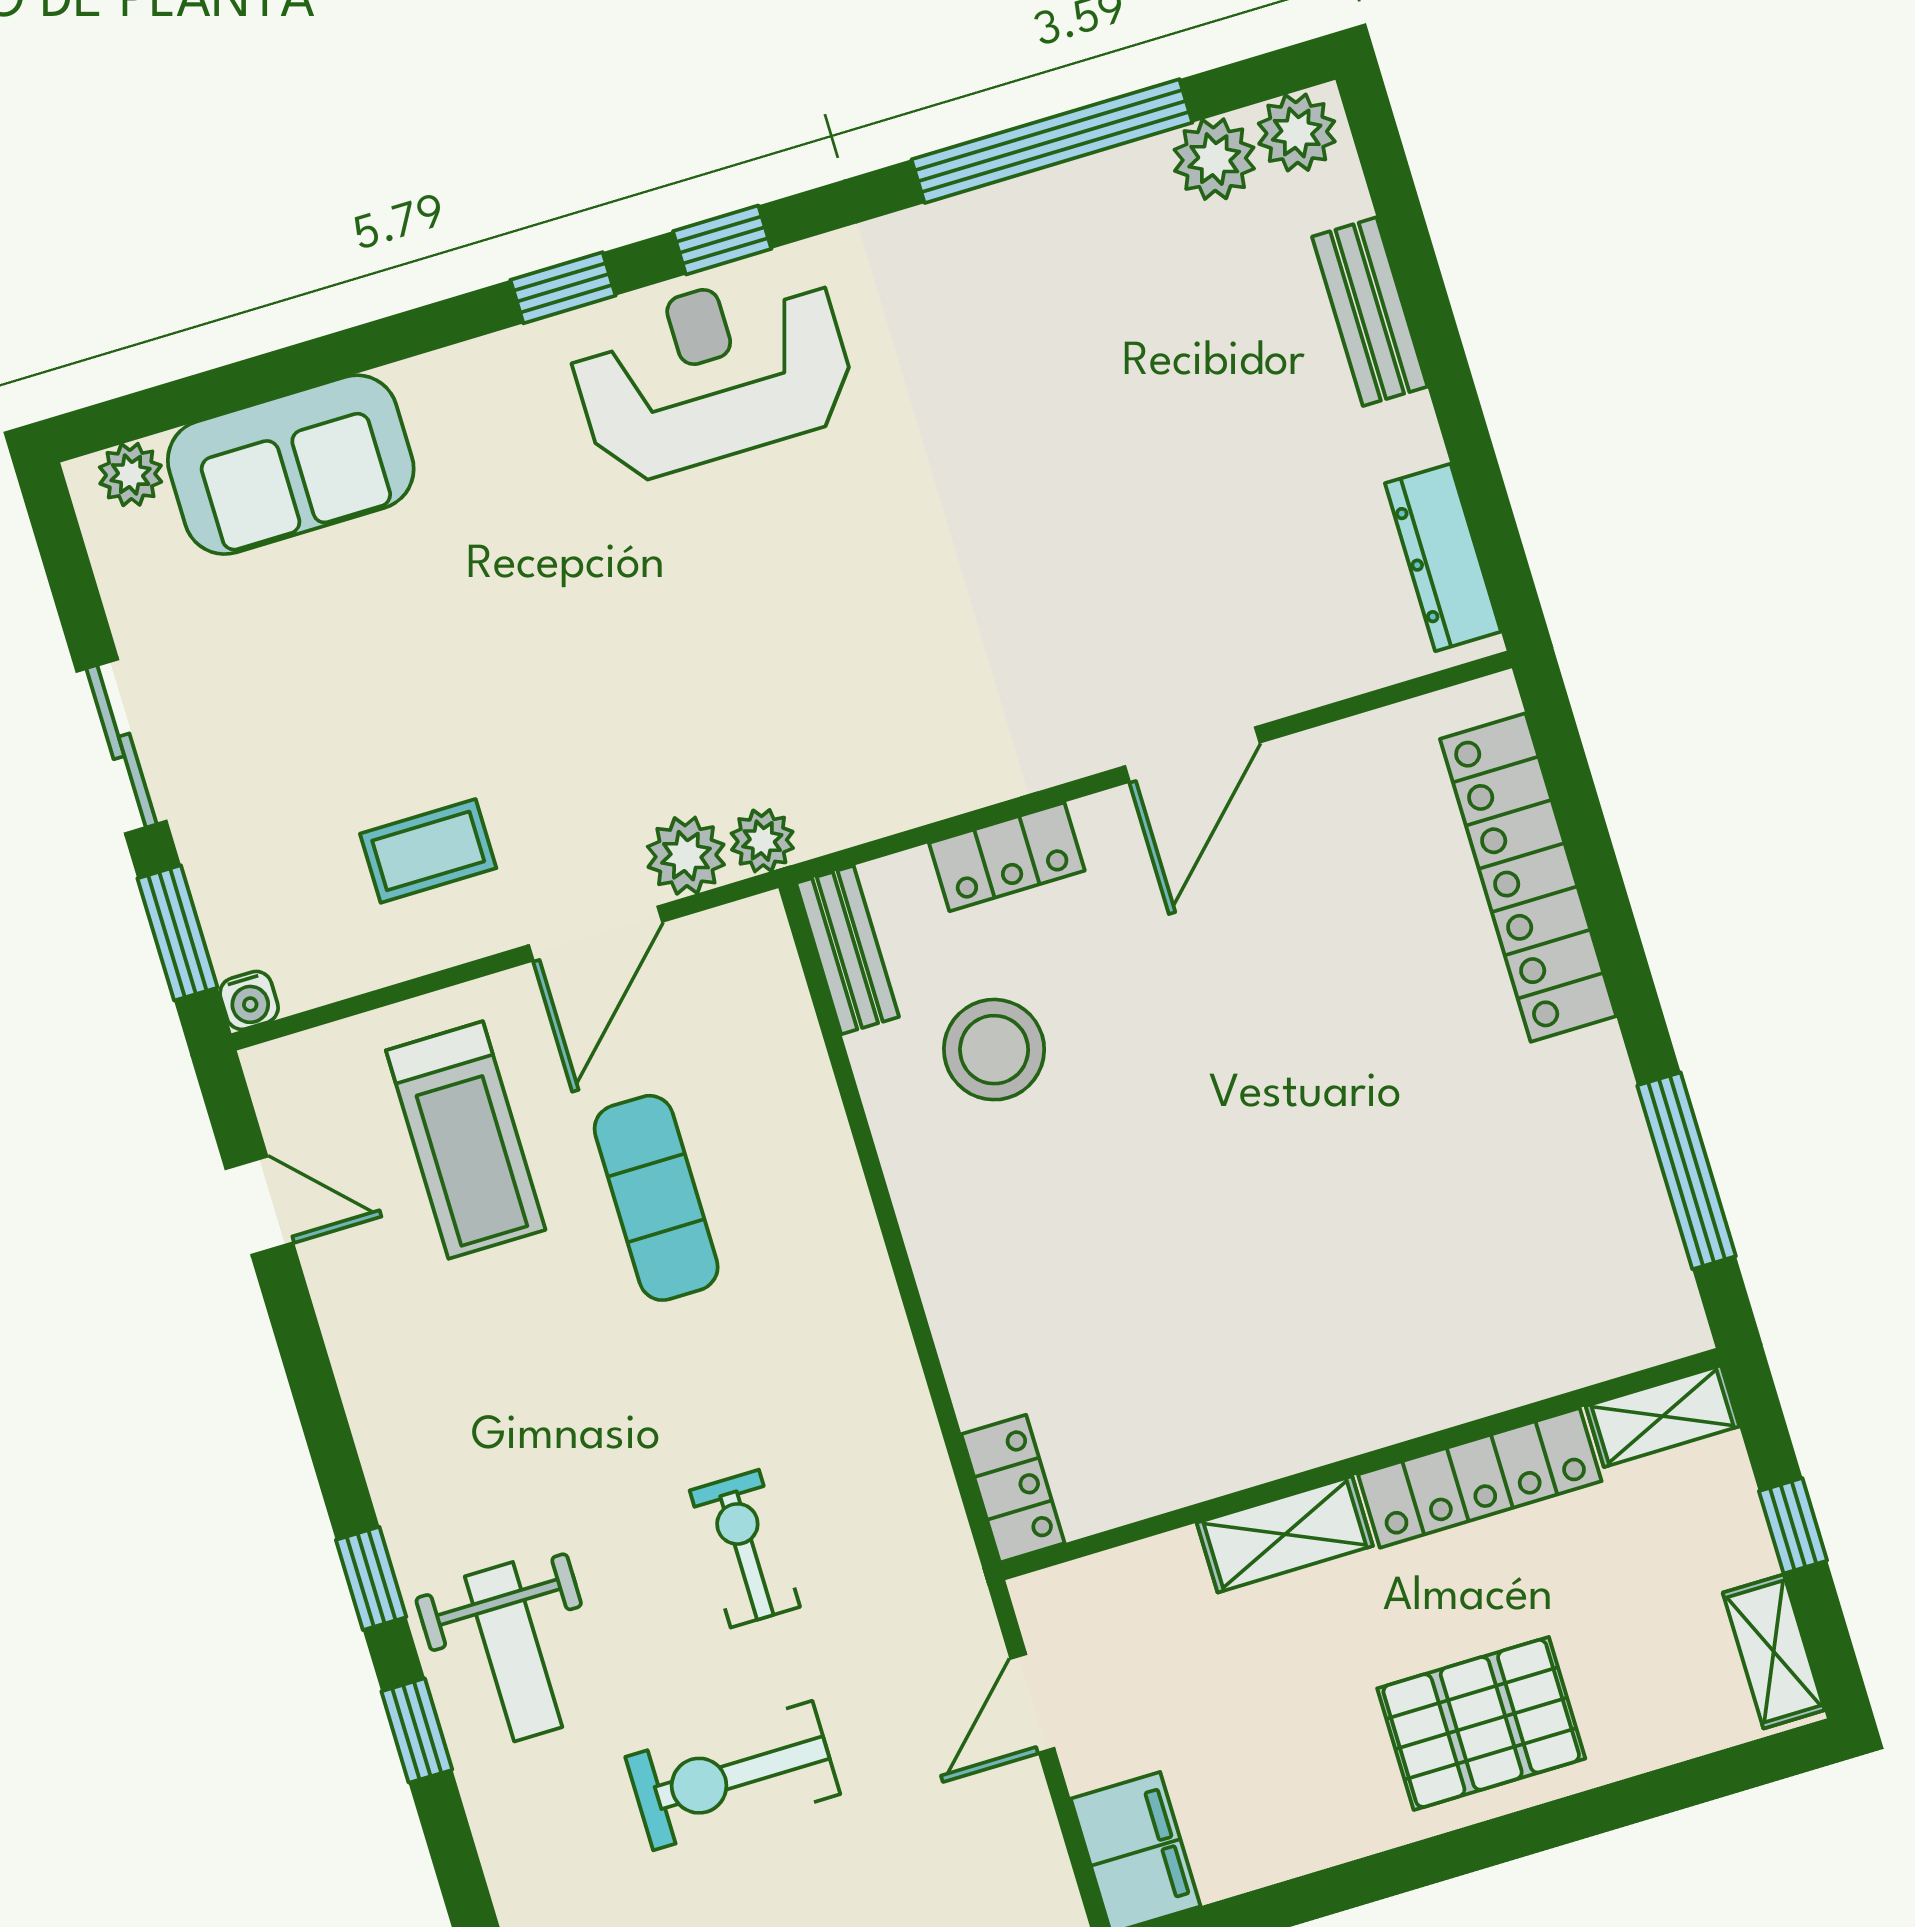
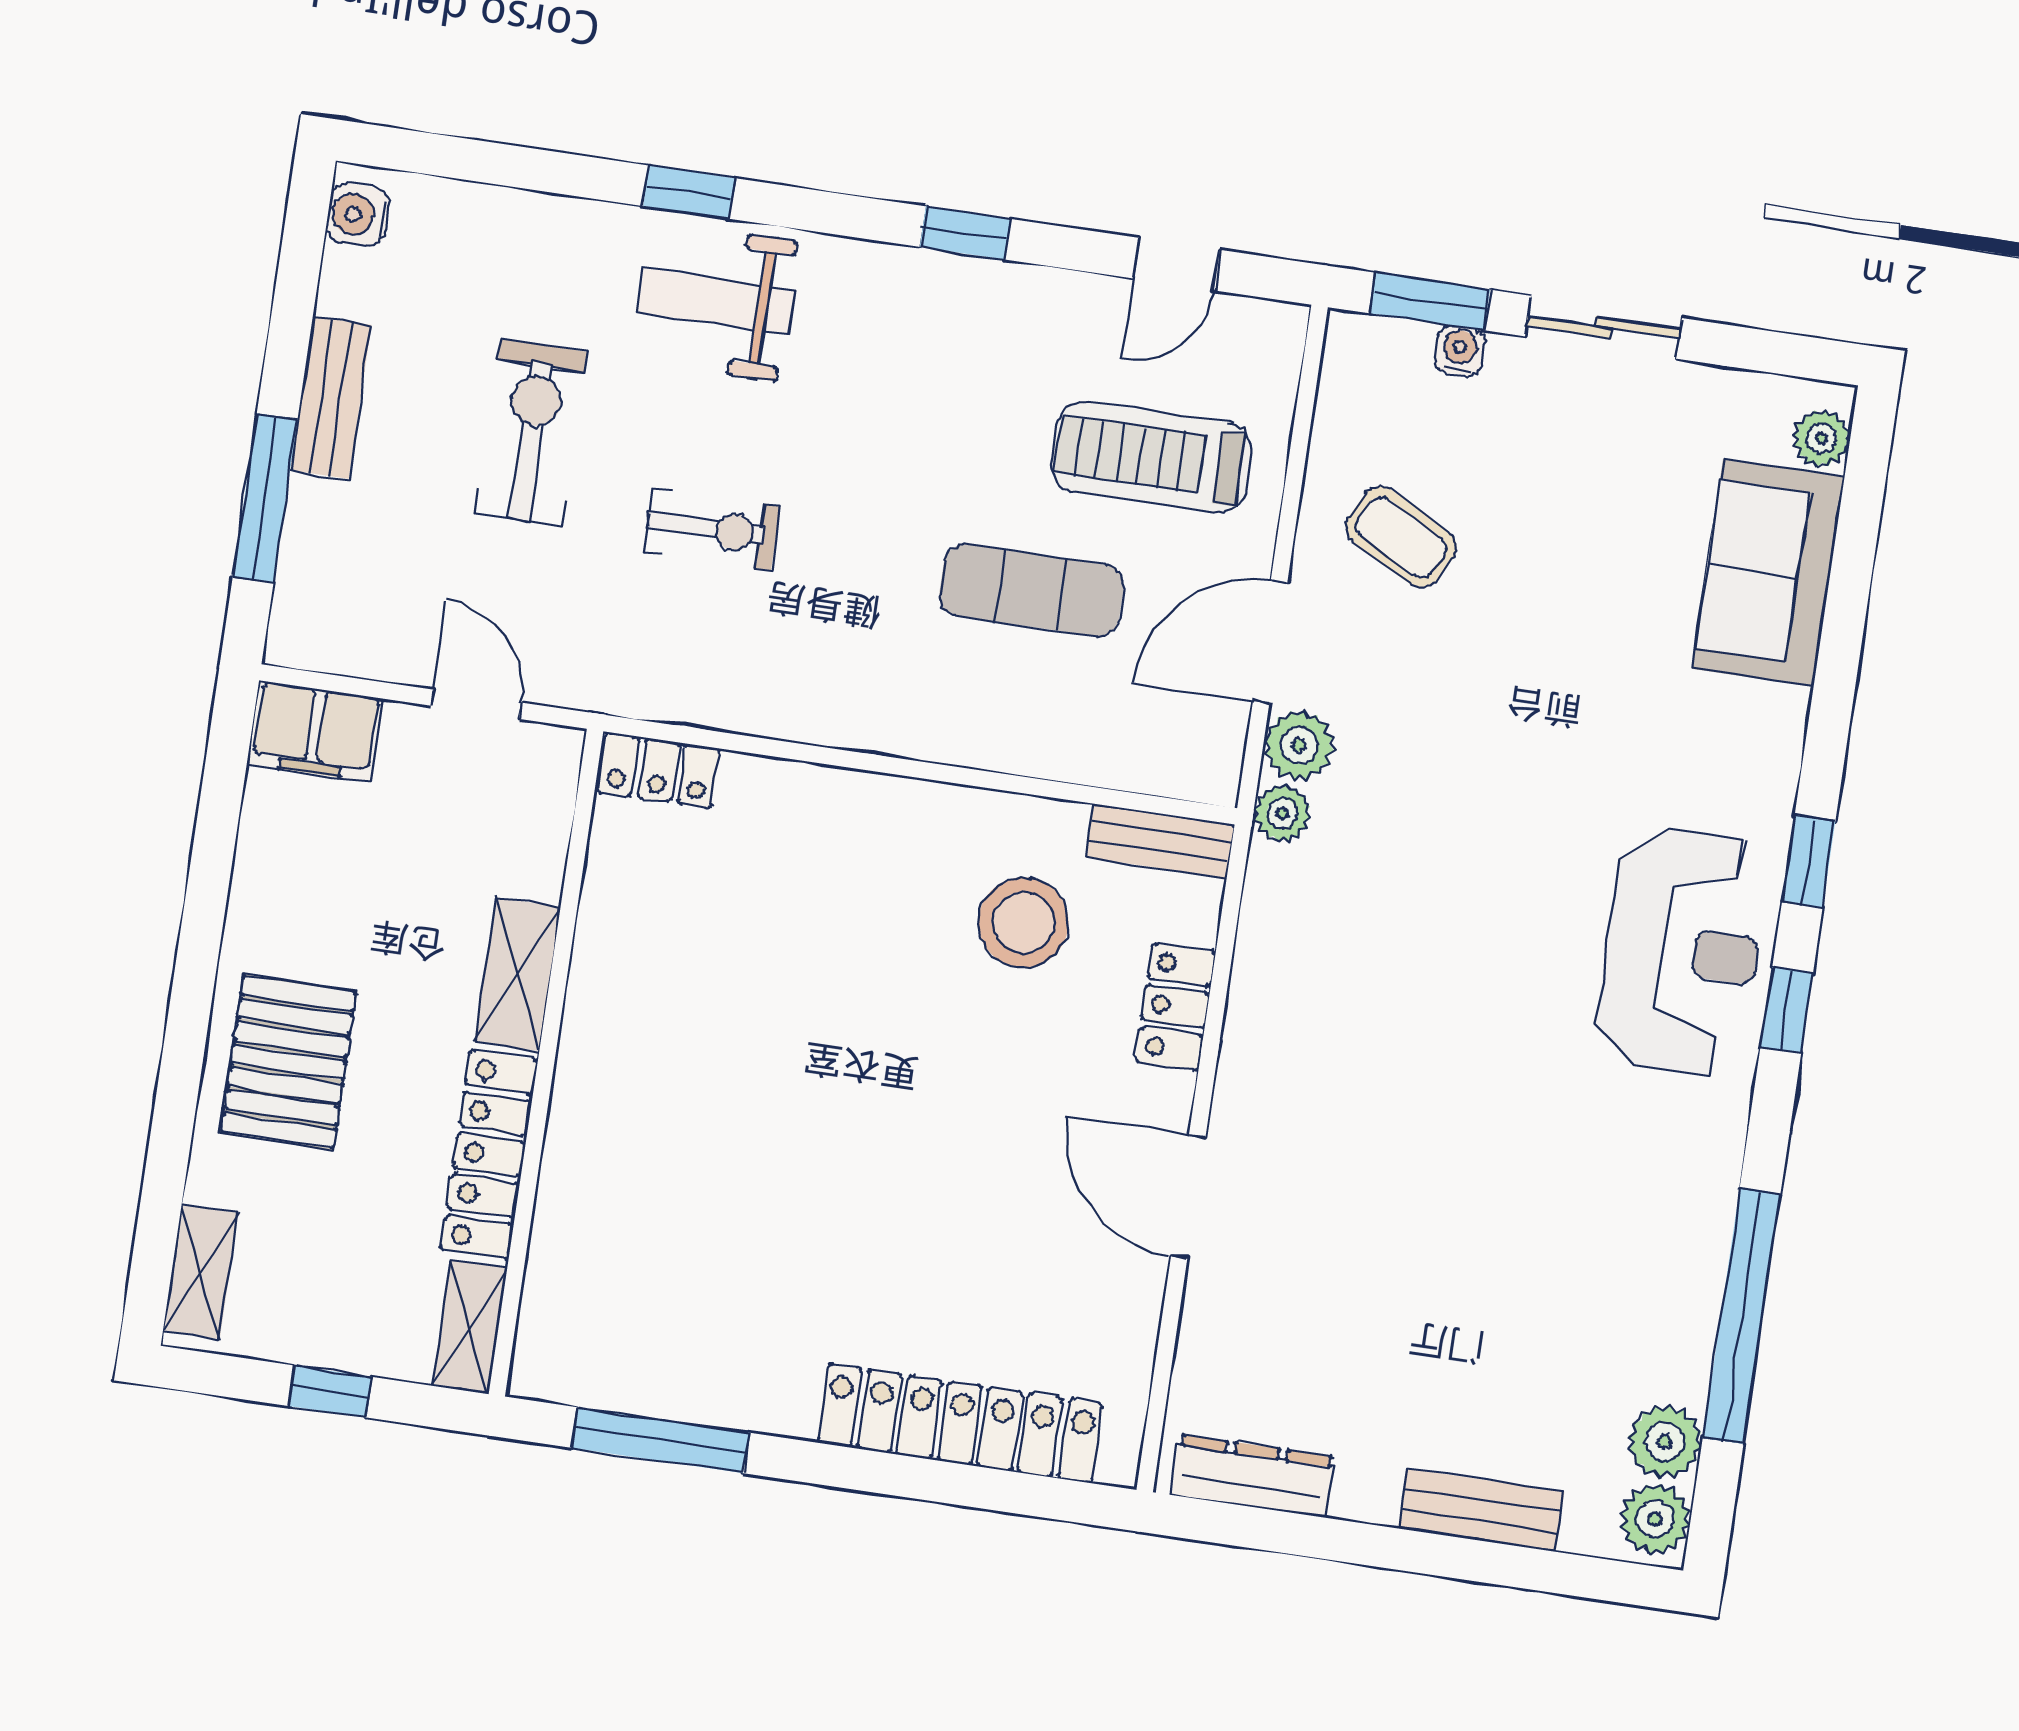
coffee table: (428, 851) -> (1401, 537), turned -62
door: (595, 934) -> (1270, 642), hinge flipped
water cooler: (249, 1000) -> (1460, 351), moved, turned 90
window: (371, 1578) -> (965, 233), moved
shelving: (1774, 1651) -> (201, 1272), moved, turned 90

